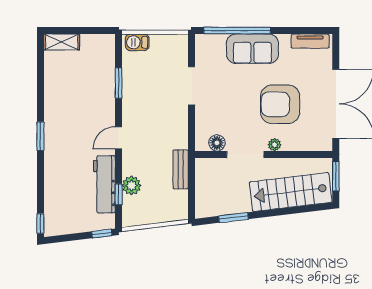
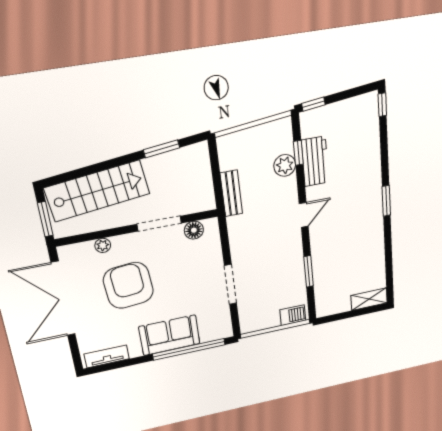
armchair: (280, 104) -> (128, 285), turned -95
plant: (274, 145) -> (103, 245), moved
workbench: (104, 184) -> (315, 161), width x0.73

